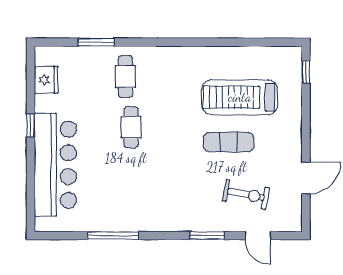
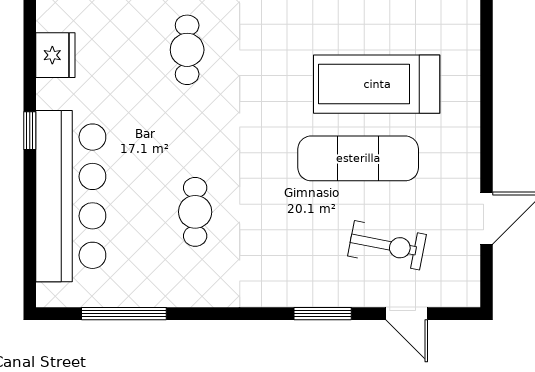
window: (306, 72) -> (486, 42), removed
cafe table: (131, 127) -> (195, 212), moved
exercise mat: (228, 142) -> (358, 158), width x1.36, depth x1.45
window: (113, 236) -> (124, 314), moved

